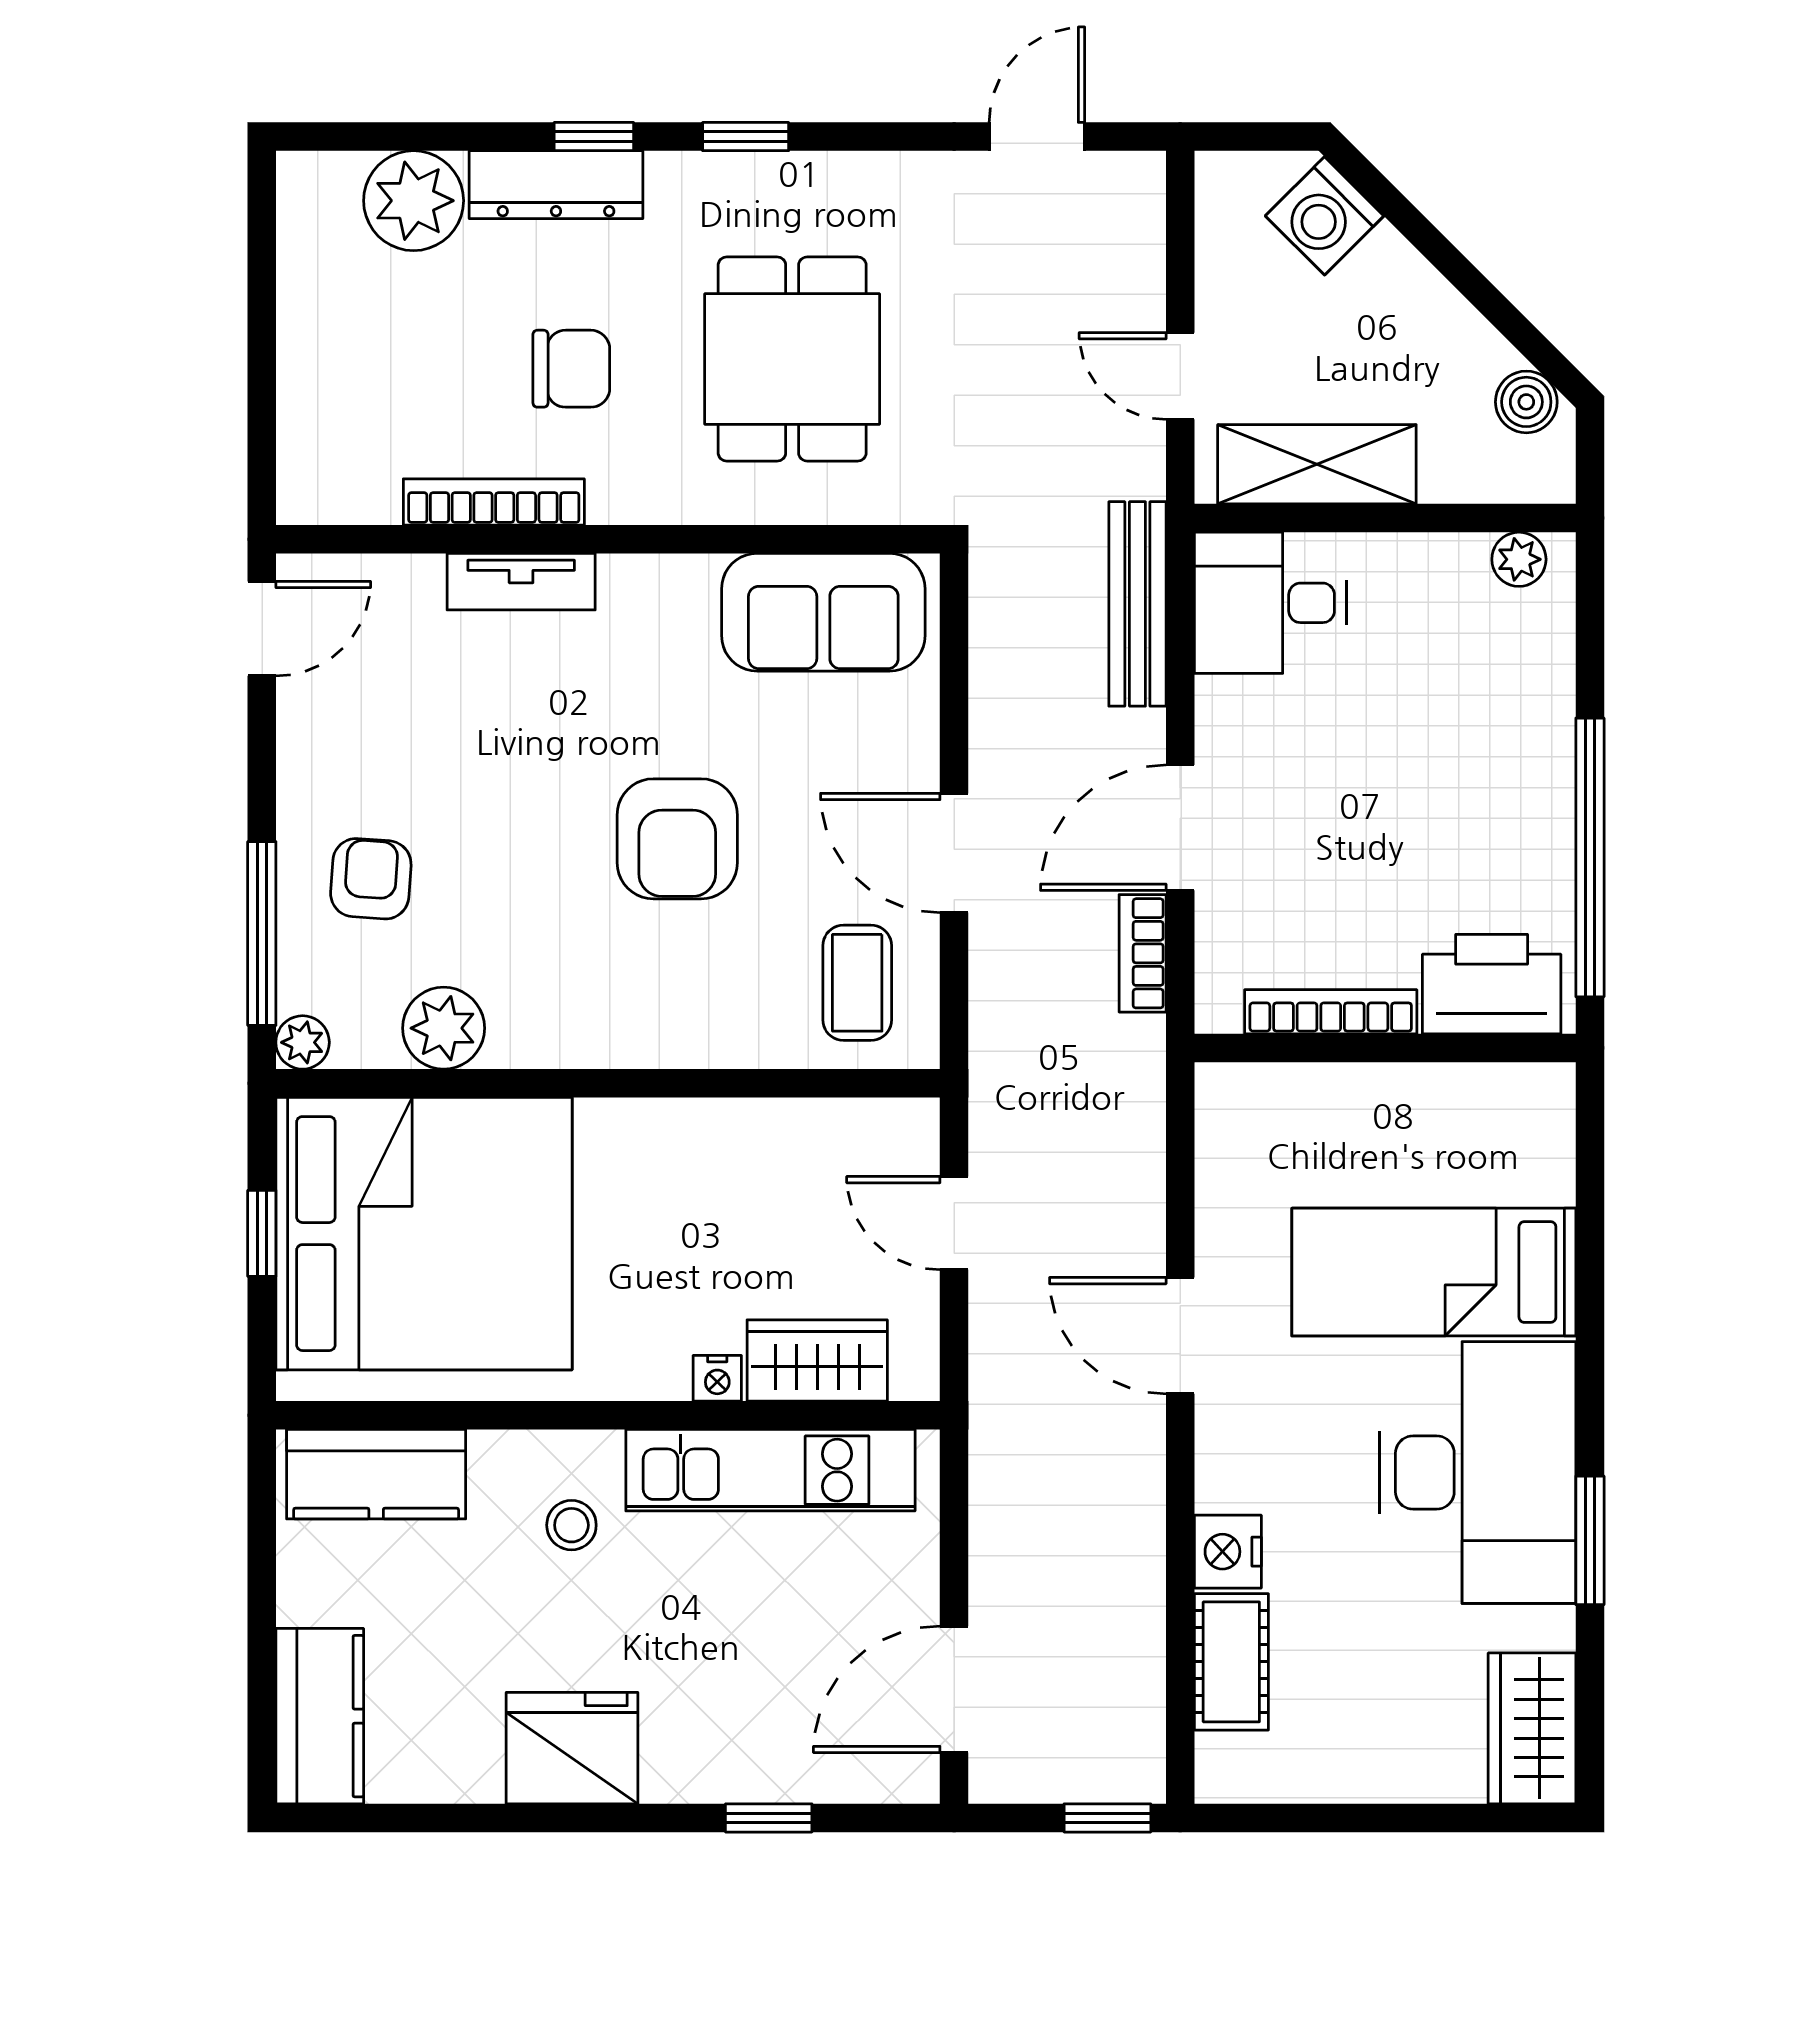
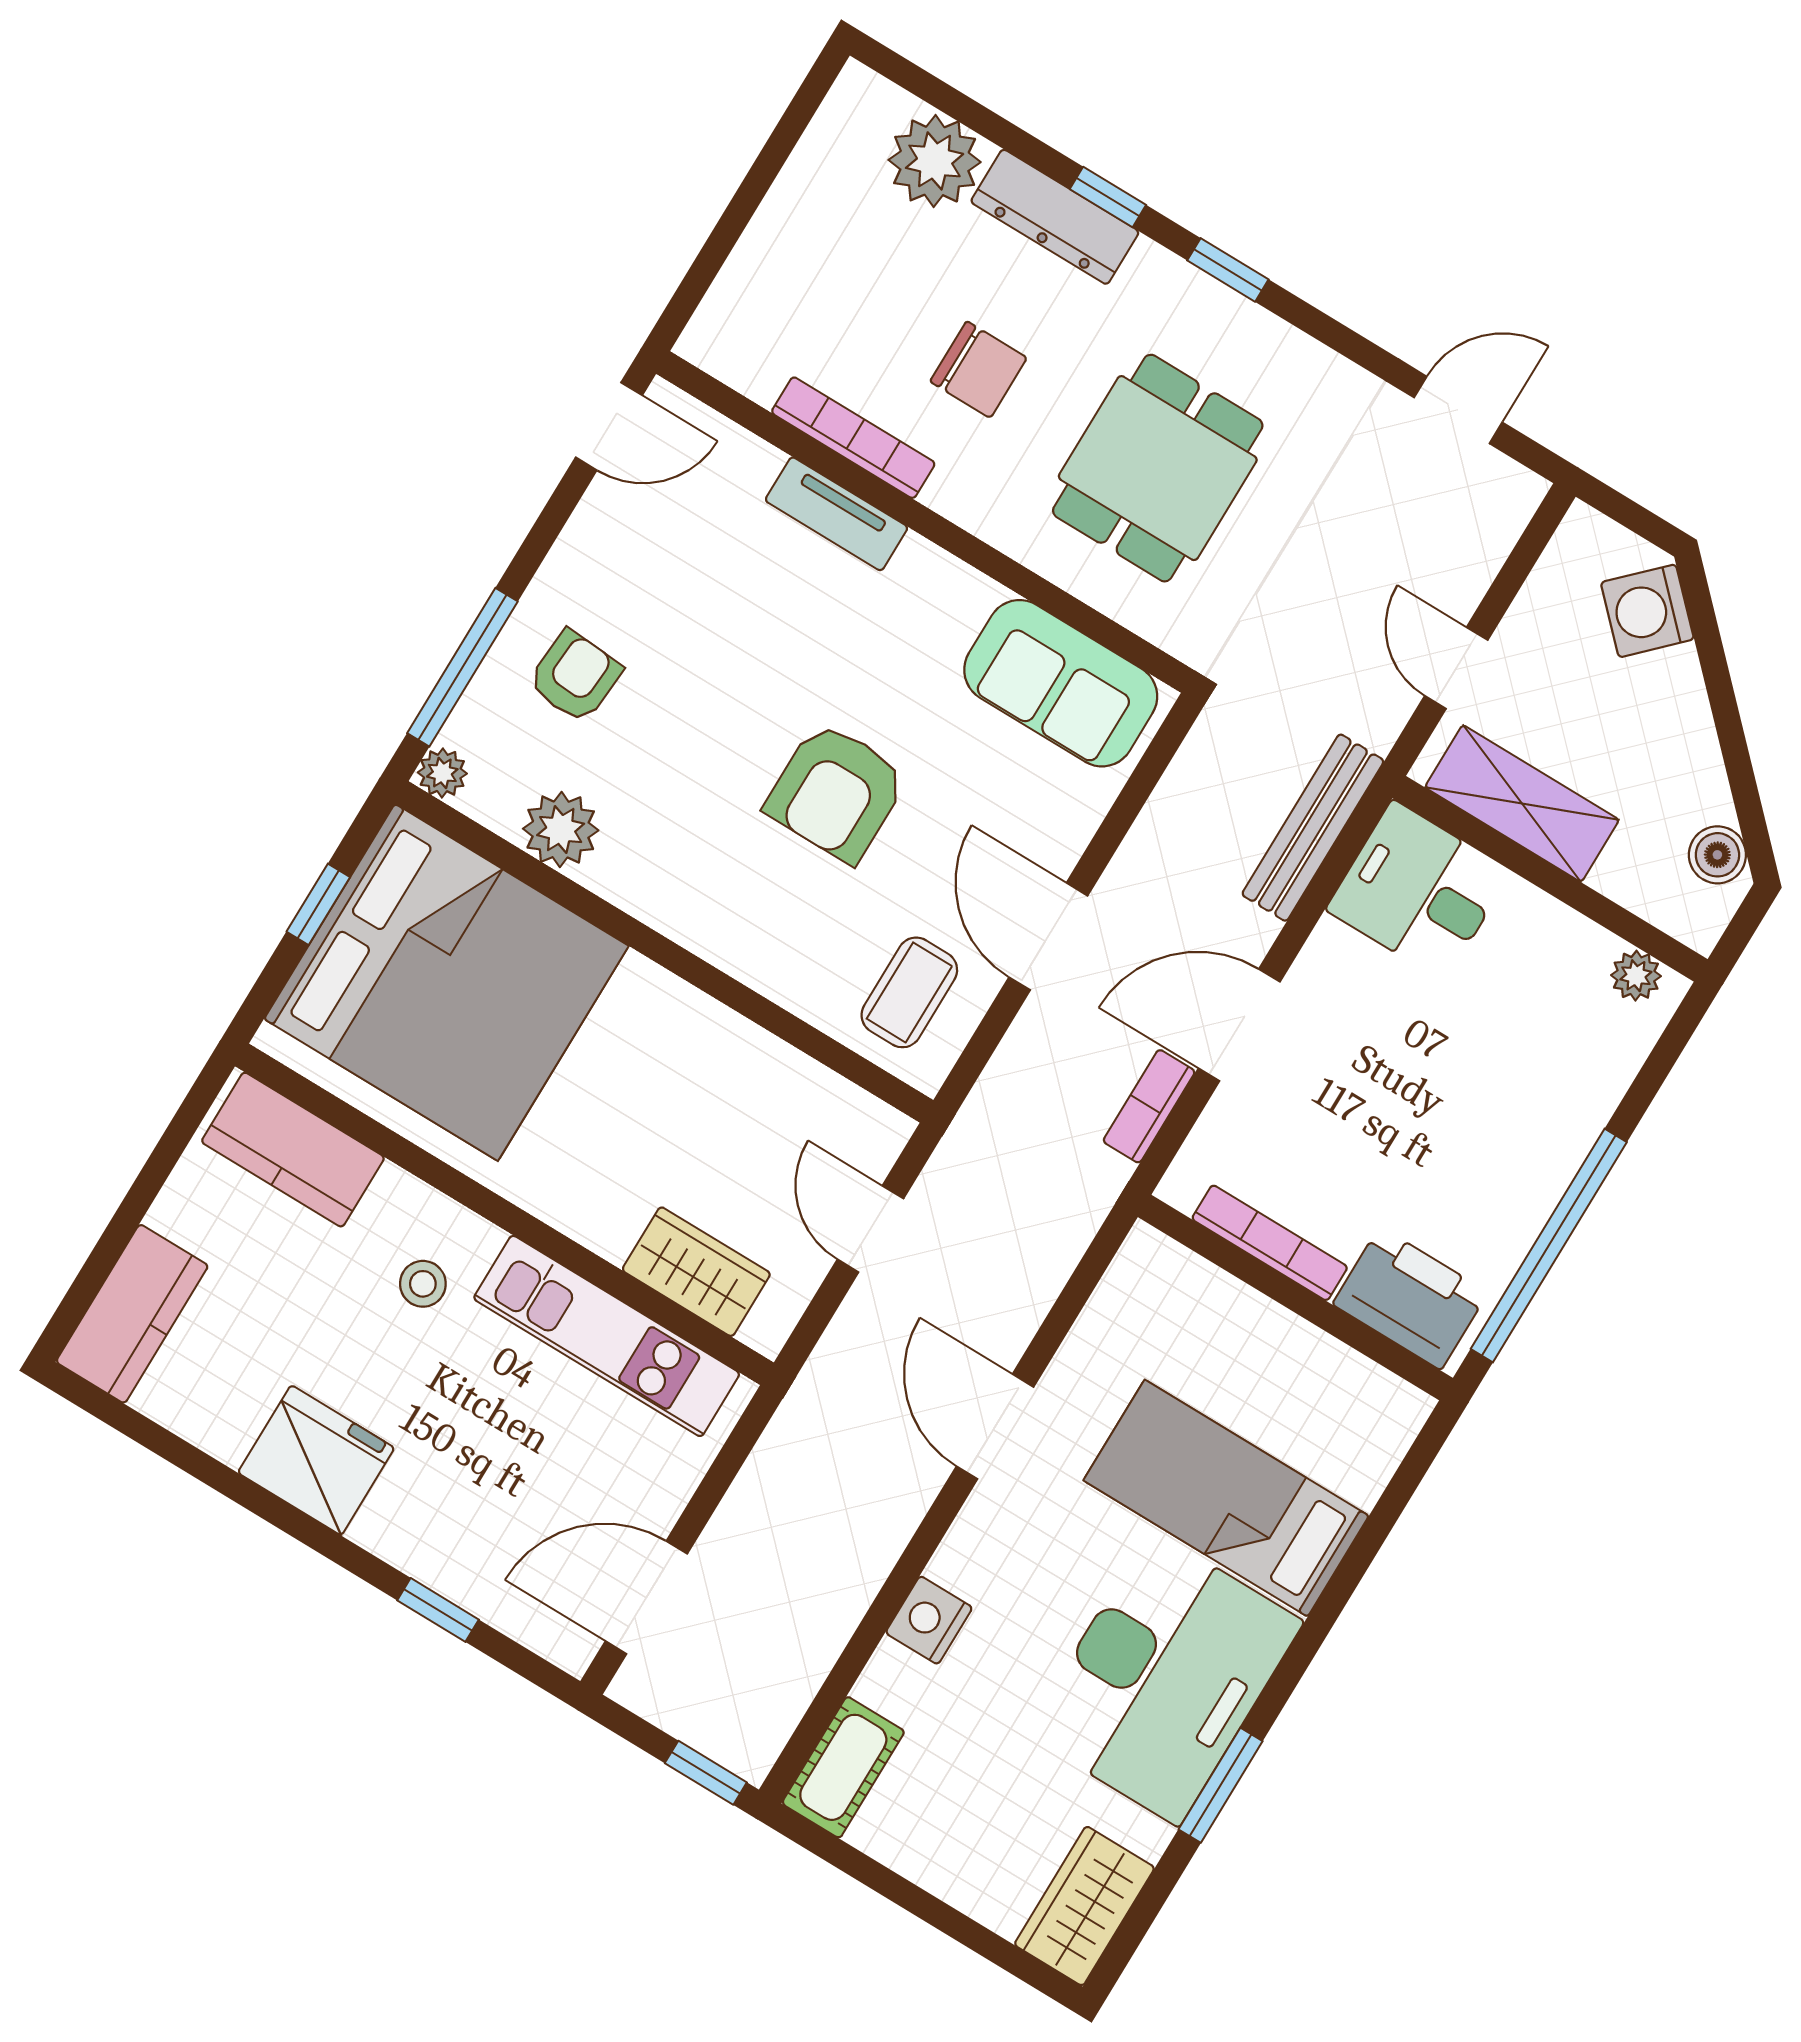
nightstand: (717, 1378) -> (609, 1238), removed
cot: (1231, 1662) -> (843, 1767), moved

